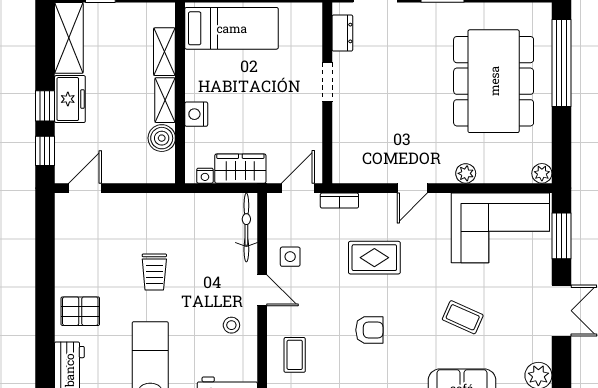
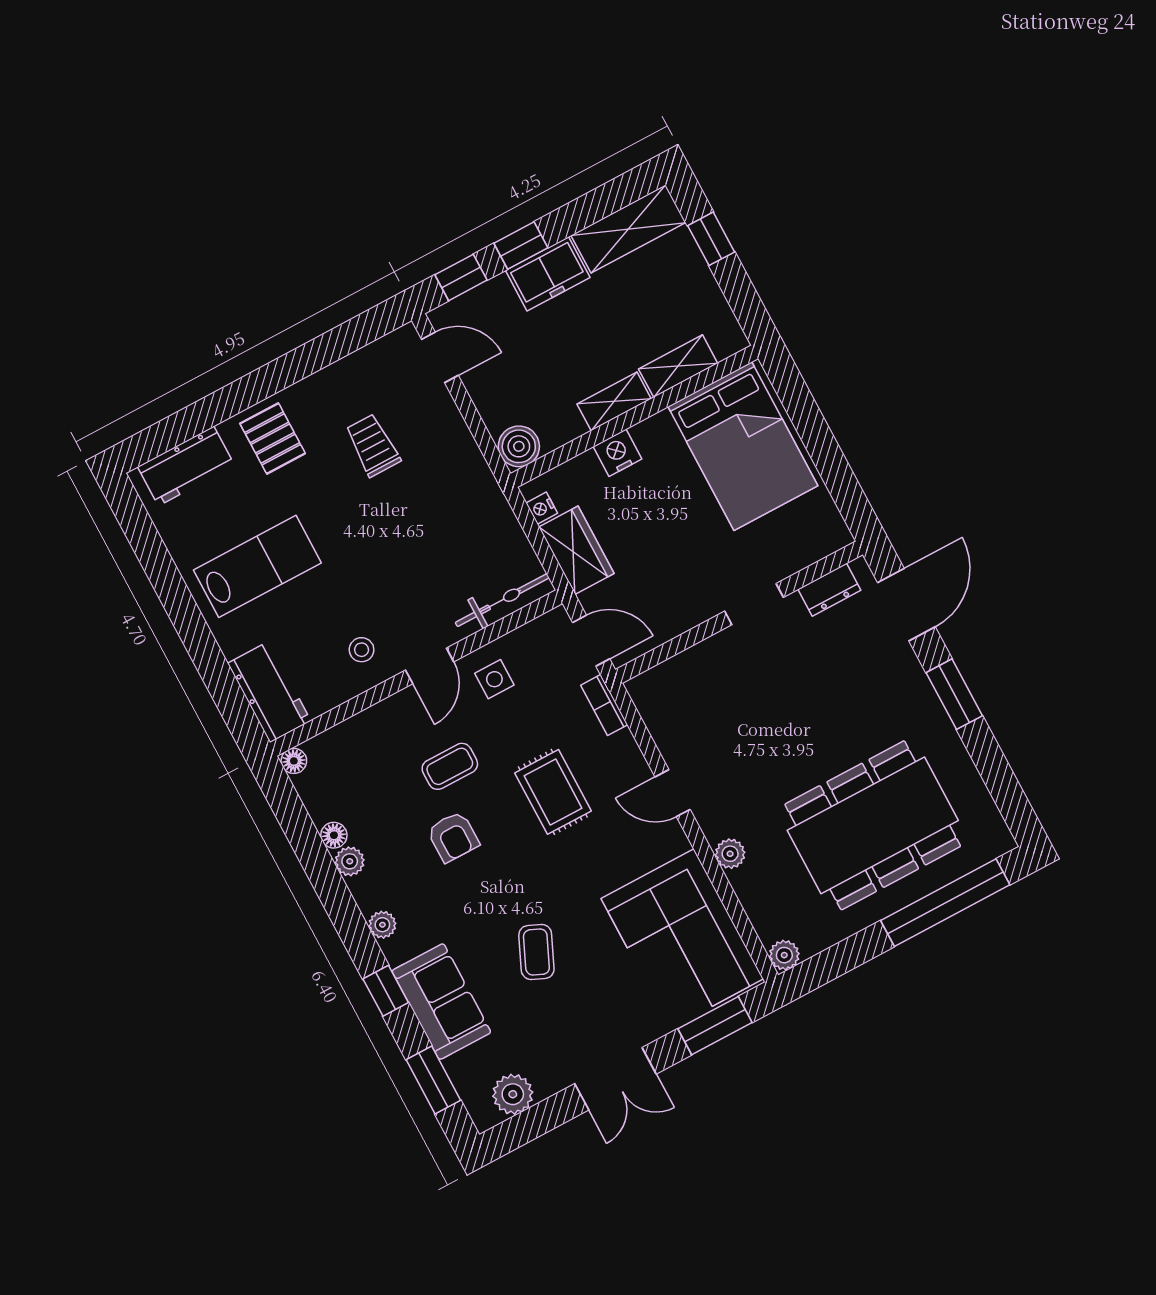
bed: (232, 28) -> (743, 446), width x1.50
boiler: (162, 138) -> (519, 446), moved
trolley: (154, 272) -> (373, 445), moved, turned 90
coffee table: (295, 355) -> (450, 766), moved

